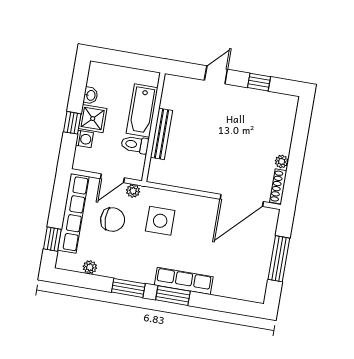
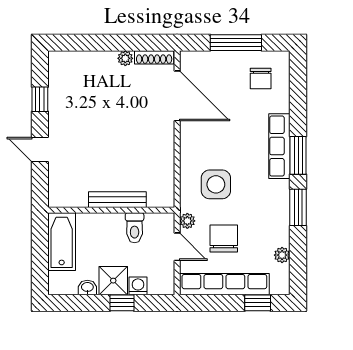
bathtub: (142, 111) -> (62, 242), moved, turned -90
chair: (244, 275) -> (261, 79), added

